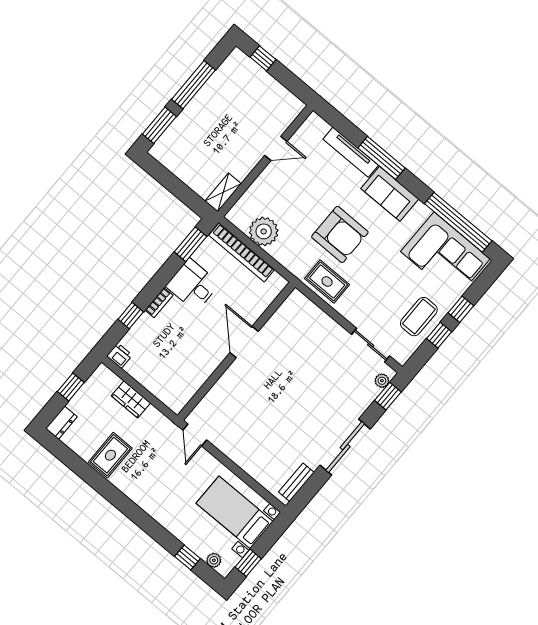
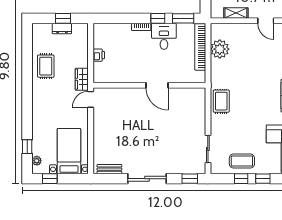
shelving: (223, 192) -> (236, 13), moved
armchair: (340, 234) -> (250, 88), removed
window: (131, 316) -> (158, 18), moved
door: (244, 342) -> (157, 85), swing flipped
printer: (119, 356) -> (99, 55), moved
plant: (382, 381) -> (195, 169), removed
wardrobe: (131, 399) -> (82, 79), moved
dresser: (61, 423) -> (62, 28), moved
rug: (110, 455) -> (46, 66), turned 90

